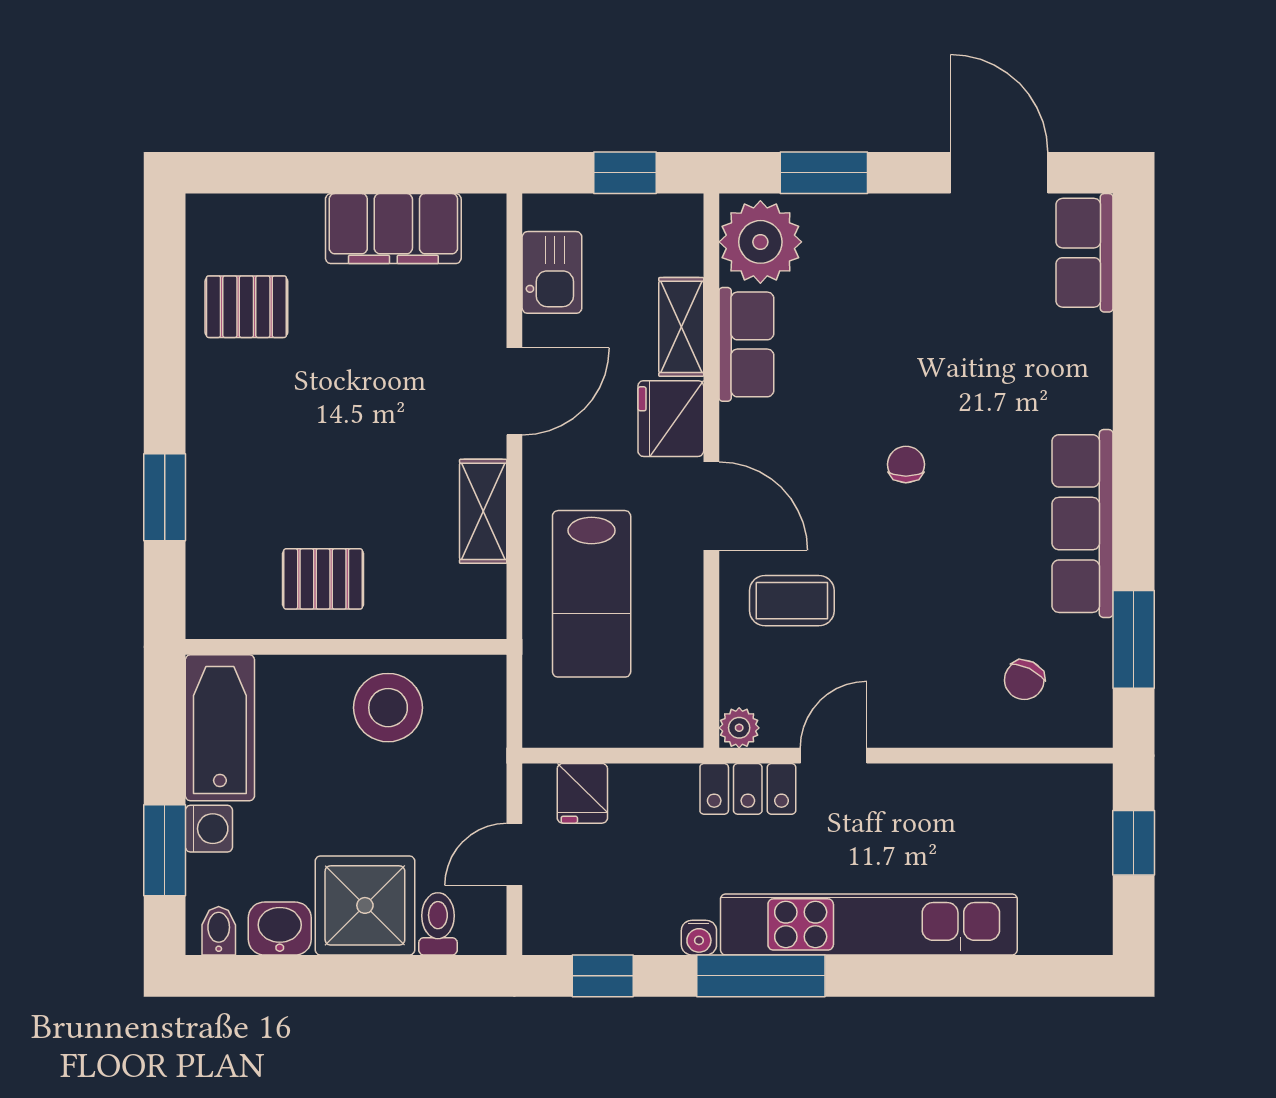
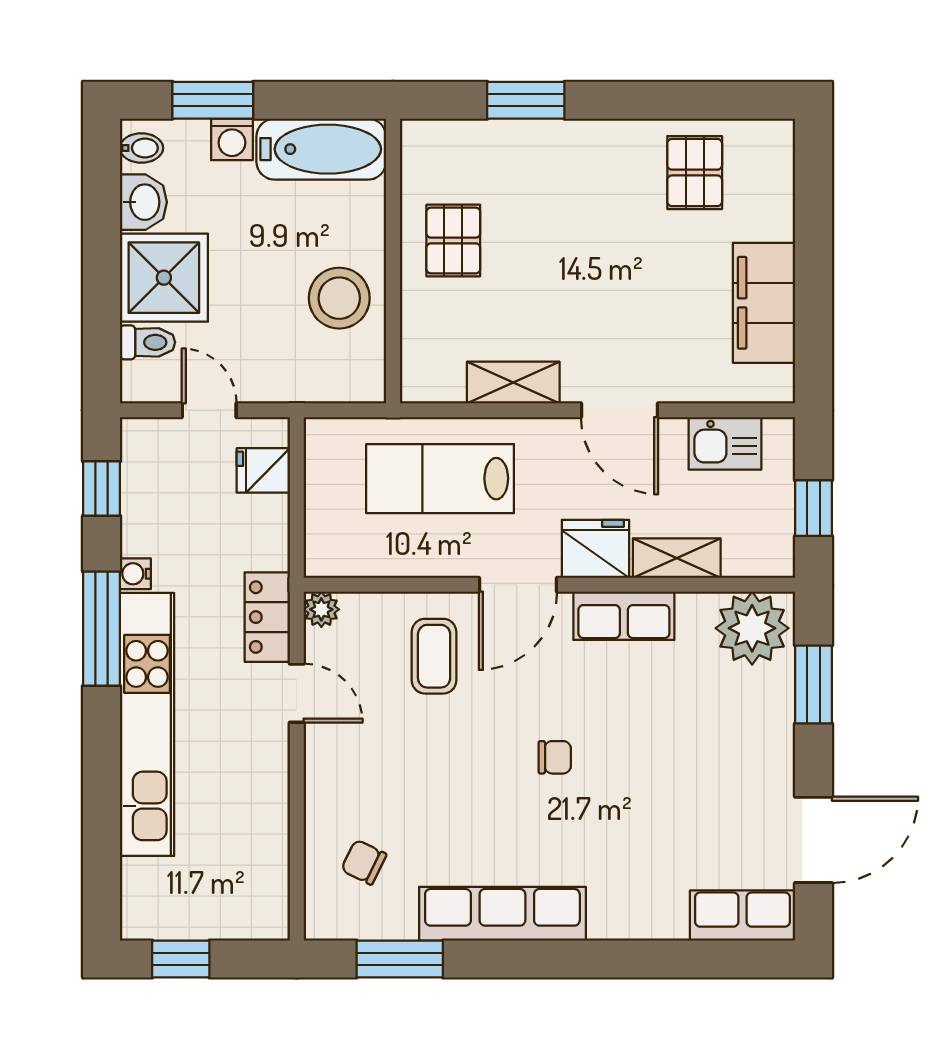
row of seats: (746, 344) -> (624, 616), moved
window: (1134, 843) -> (181, 959), moved

